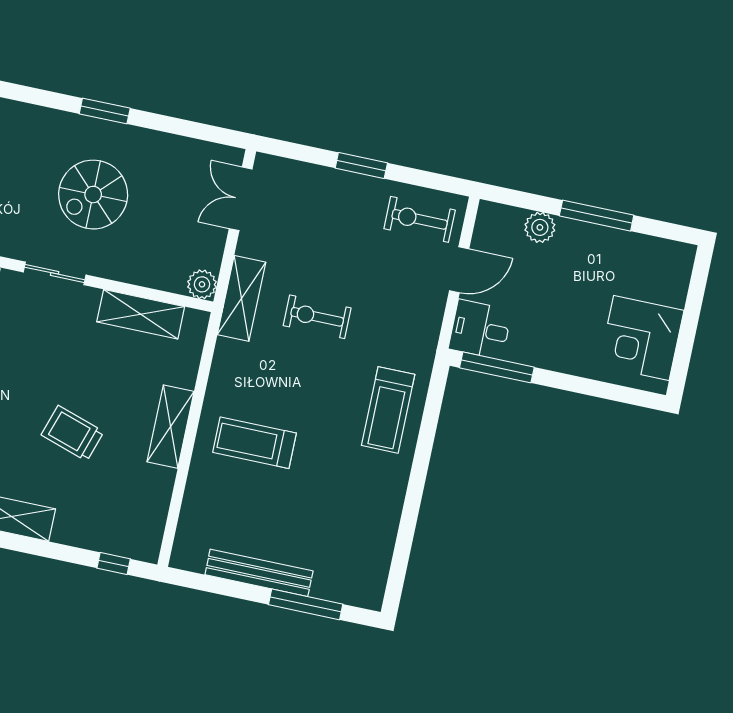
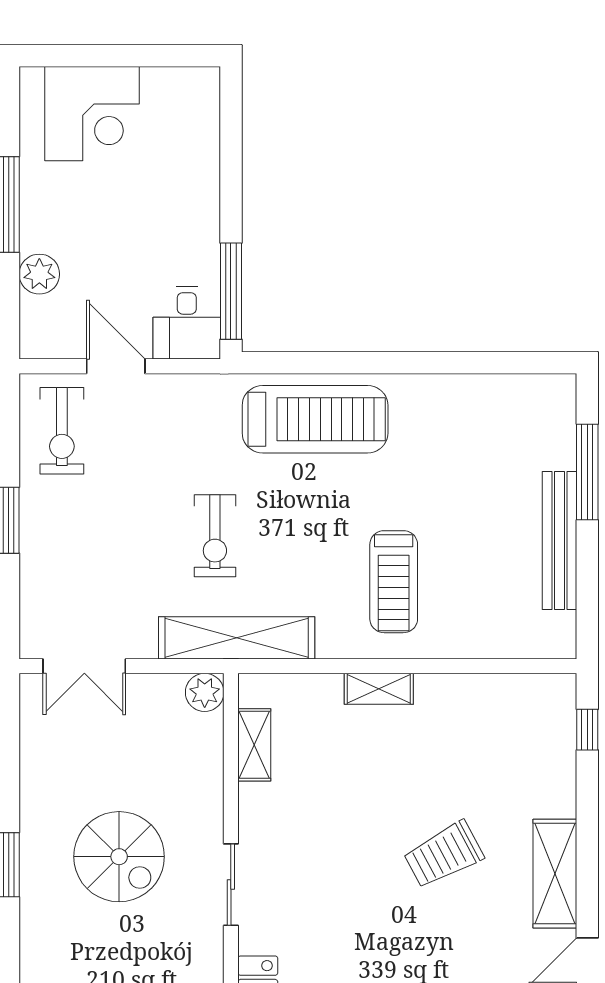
shelving: (242, 298) -> (237, 638), width x1.47
shelving: (141, 314) -> (254, 745), width x0.67, depth x0.75
corner desk: (641, 338) -> (92, 114), moved
treadmill: (388, 410) -> (315, 419), width x1.37, depth x1.38
shelving: (171, 427) -> (379, 689), width x0.67, depth x0.75
trolley: (72, 433) -> (444, 855), moved, turned 44

